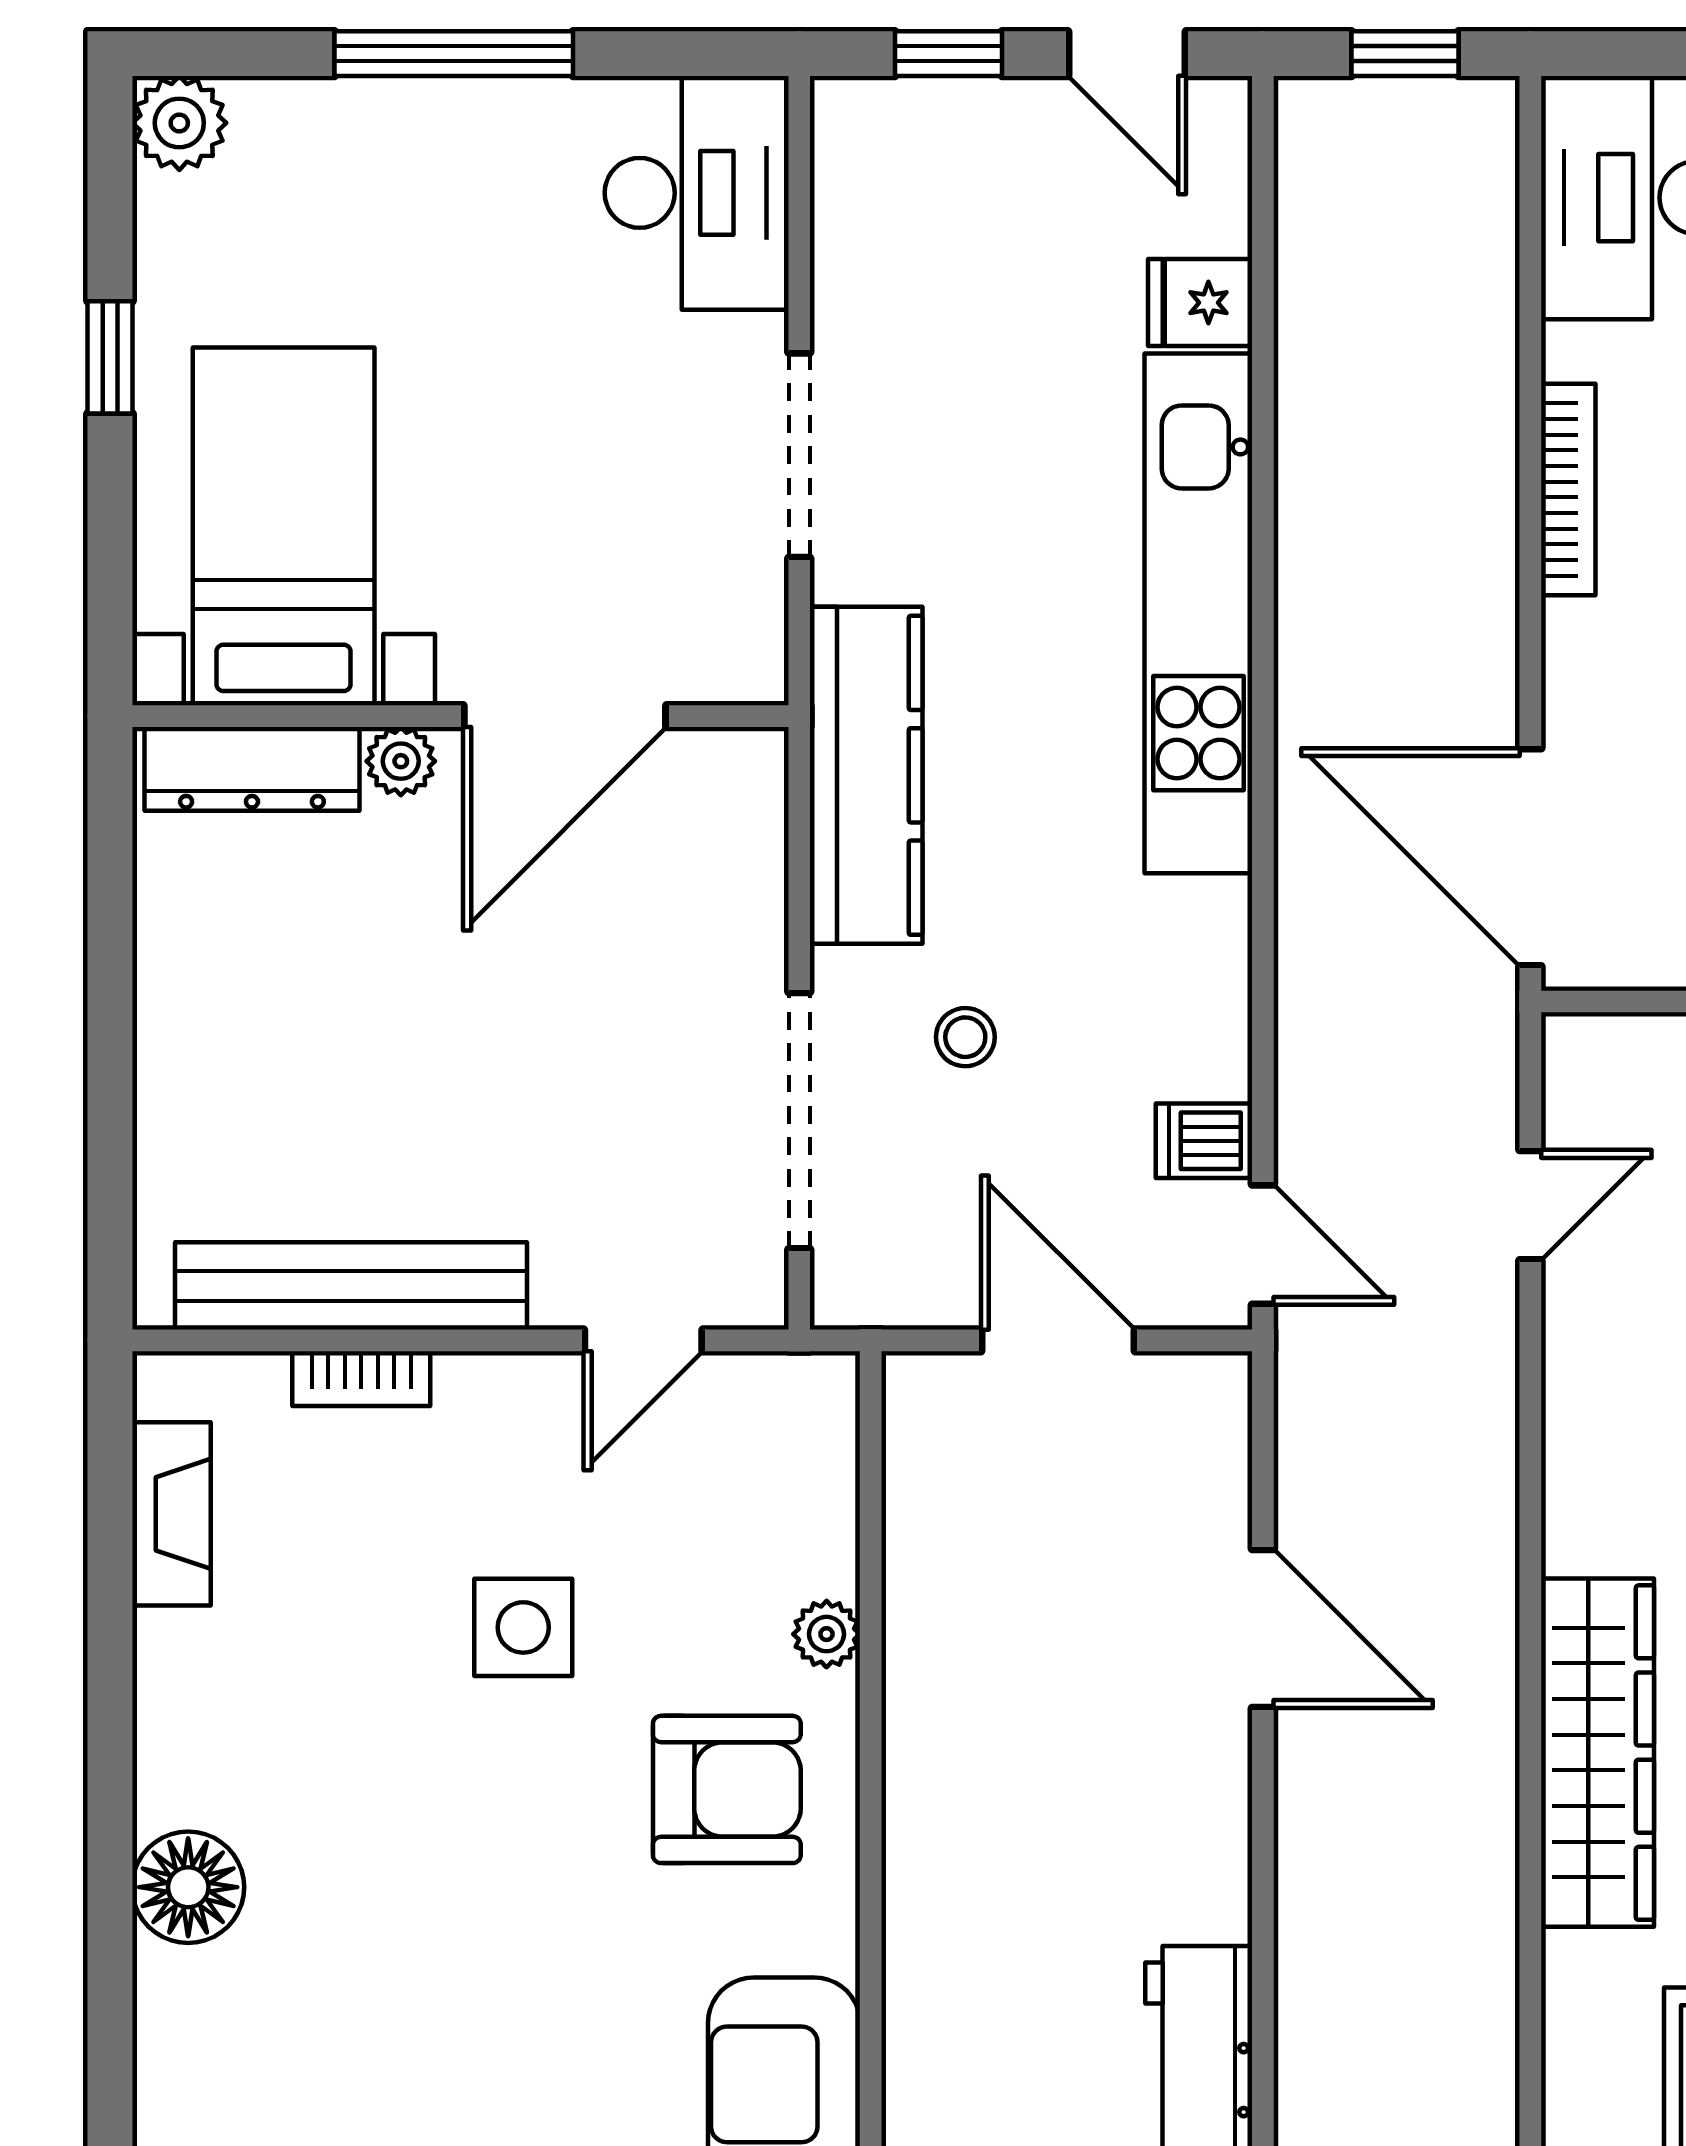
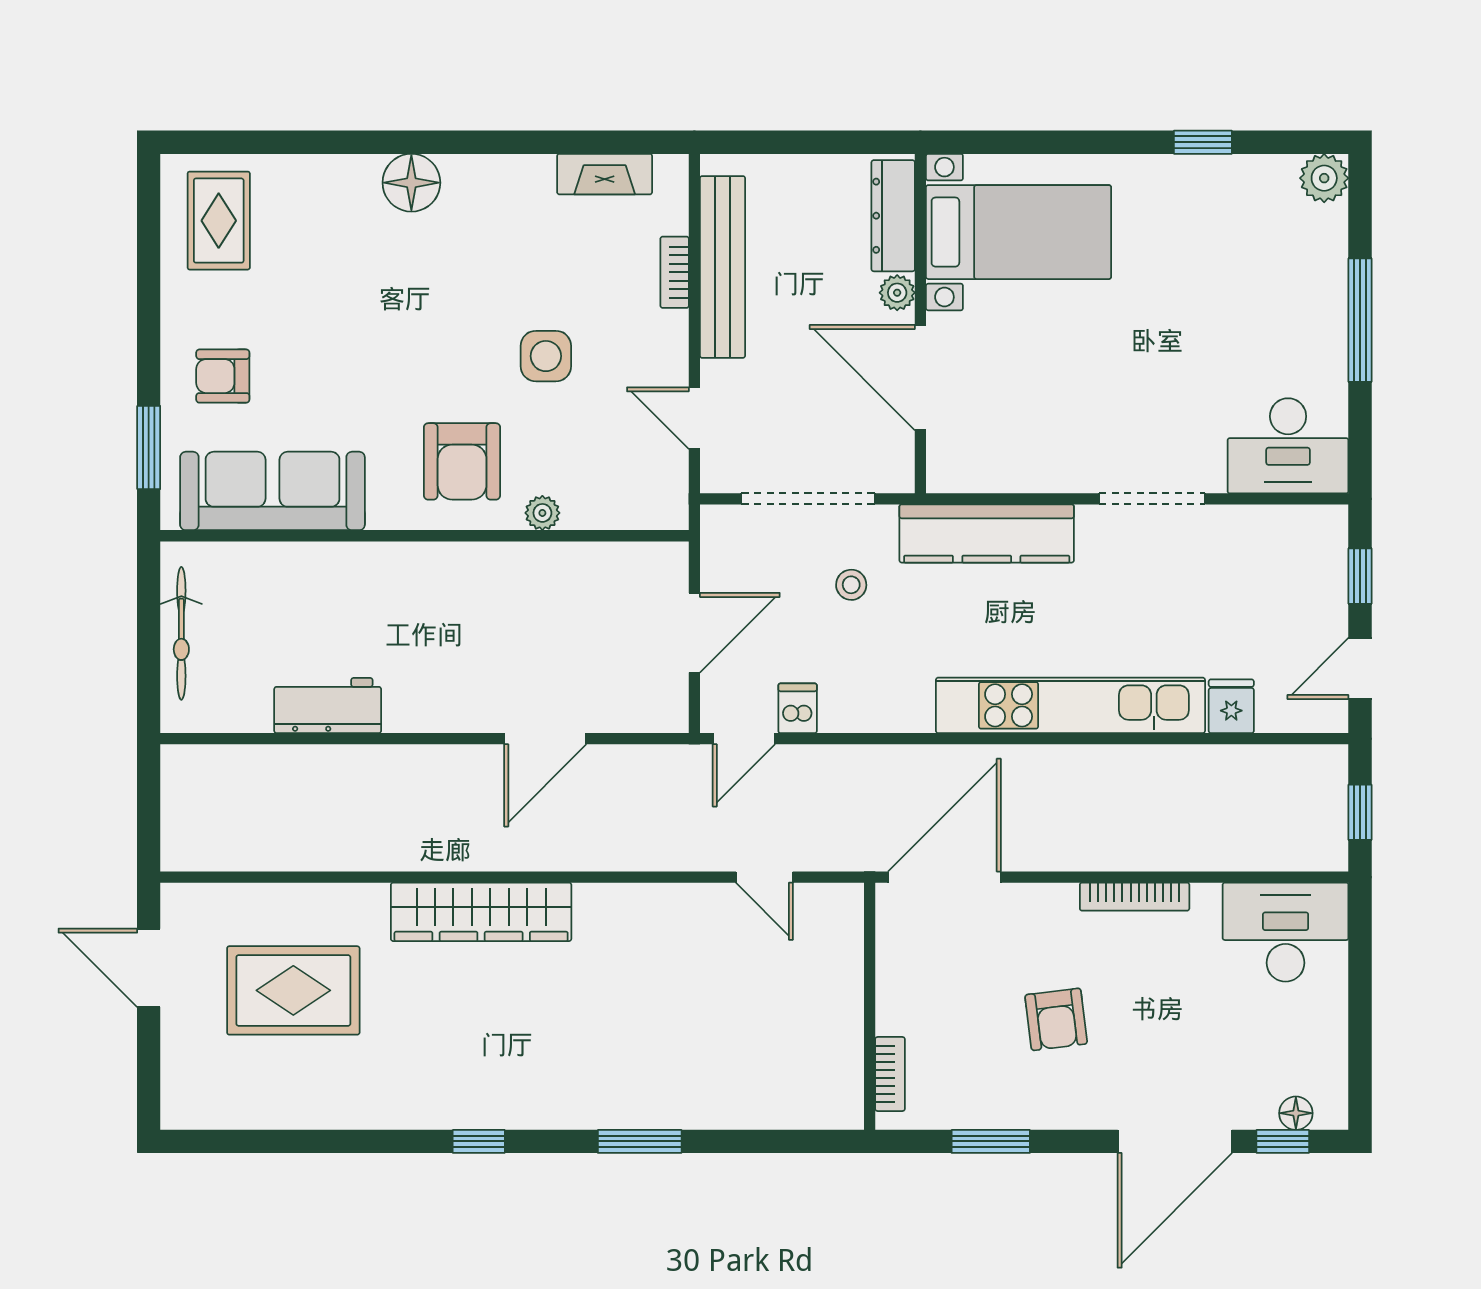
bed with nightstands: (284, 526) -> (1019, 232), moved
wall: (460, 716) -> (920, 324), moved
door: (565, 716) -> (920, 378), moved
plant: (401, 761) -> (897, 293), moved
dresser: (252, 769) -> (893, 216), moved

